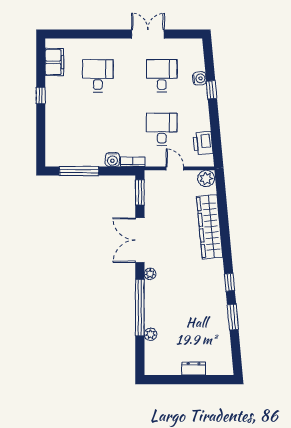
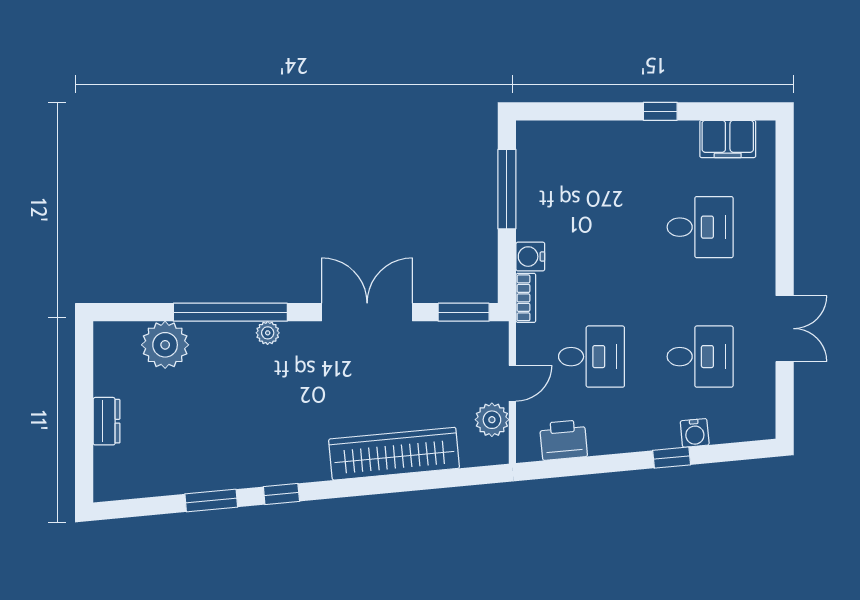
plant: (206, 178) -> (492, 420), moved
plant: (150, 274) -> (268, 333), moved
plant: (150, 334) -> (165, 345), width x1.88, depth x1.88

